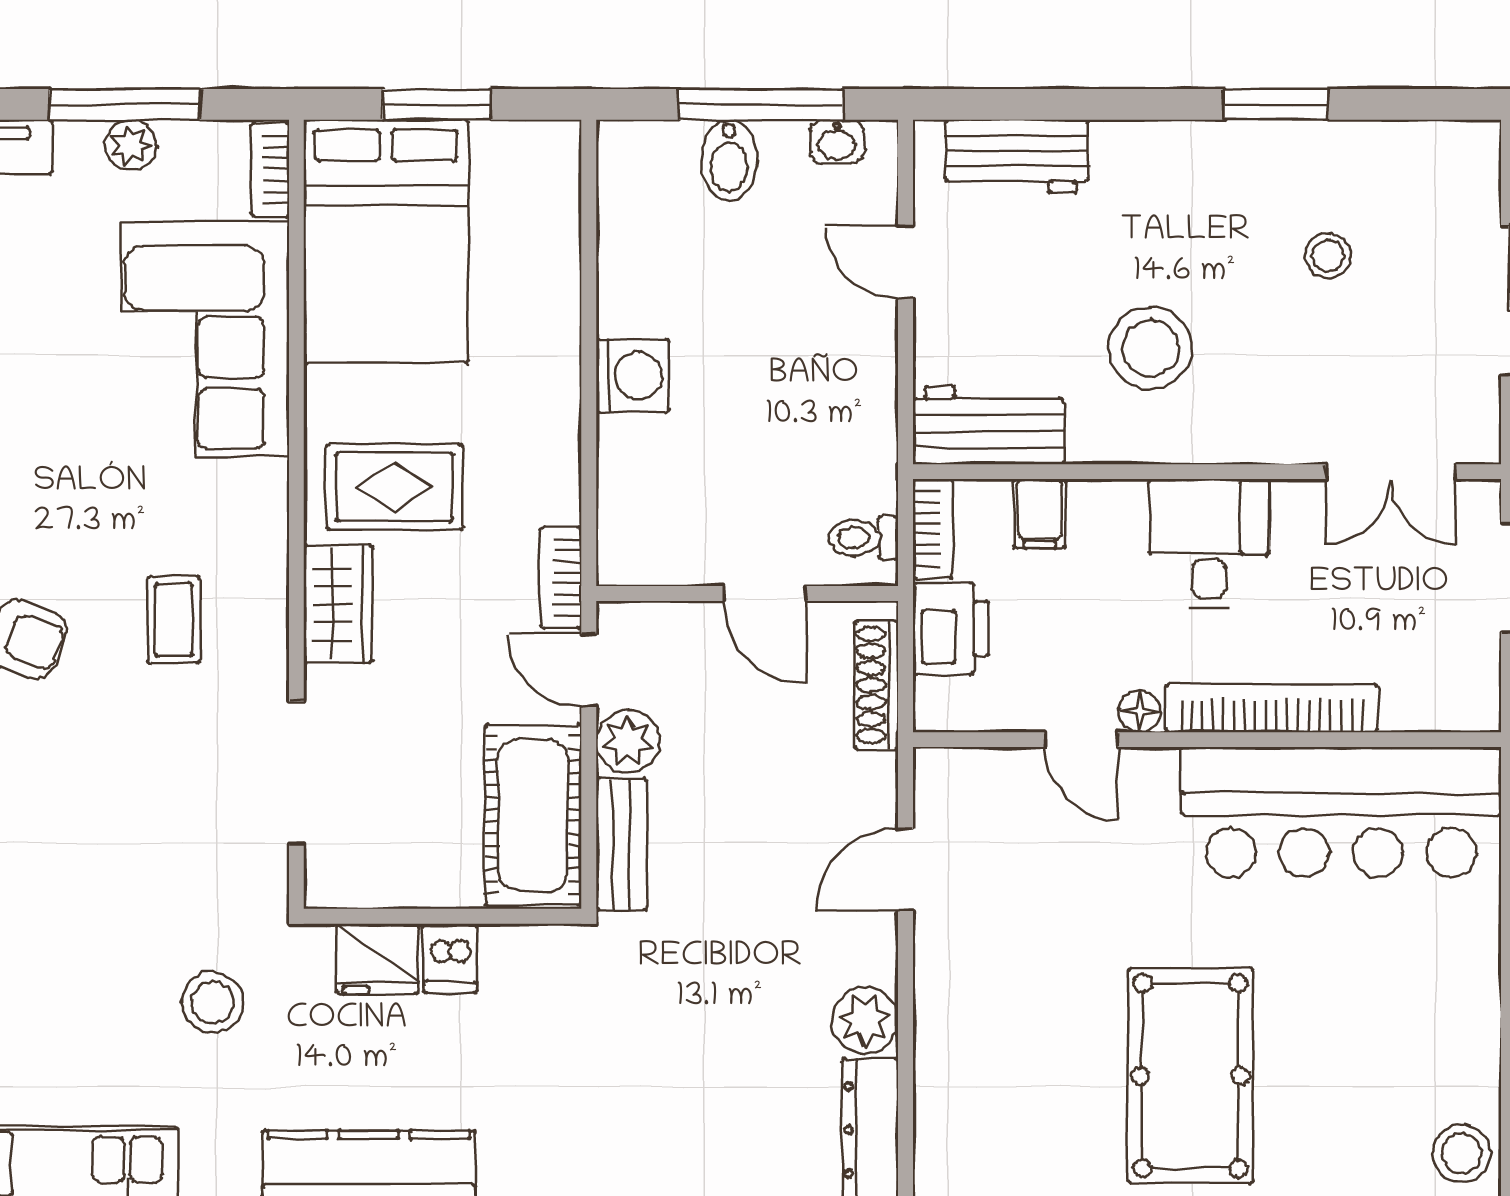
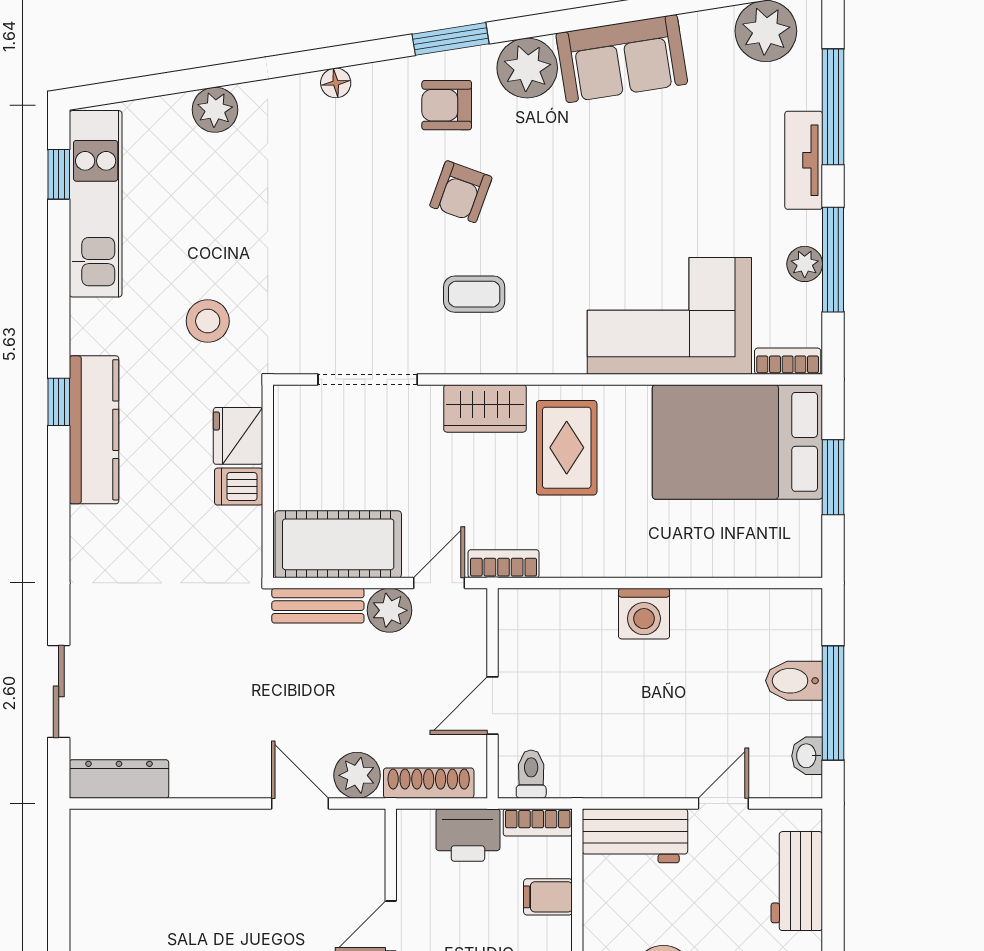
workbench: (988, 425) -> (635, 836), moved, turned 90
plant: (865, 1021) -> (357, 775), moved

